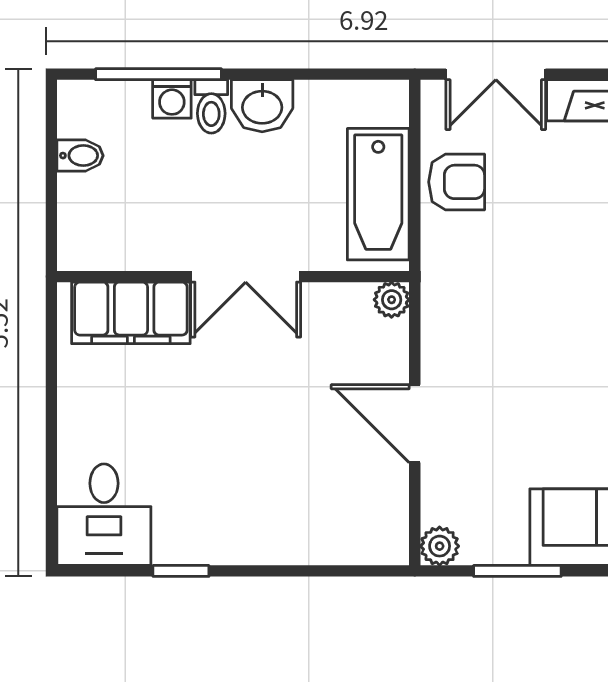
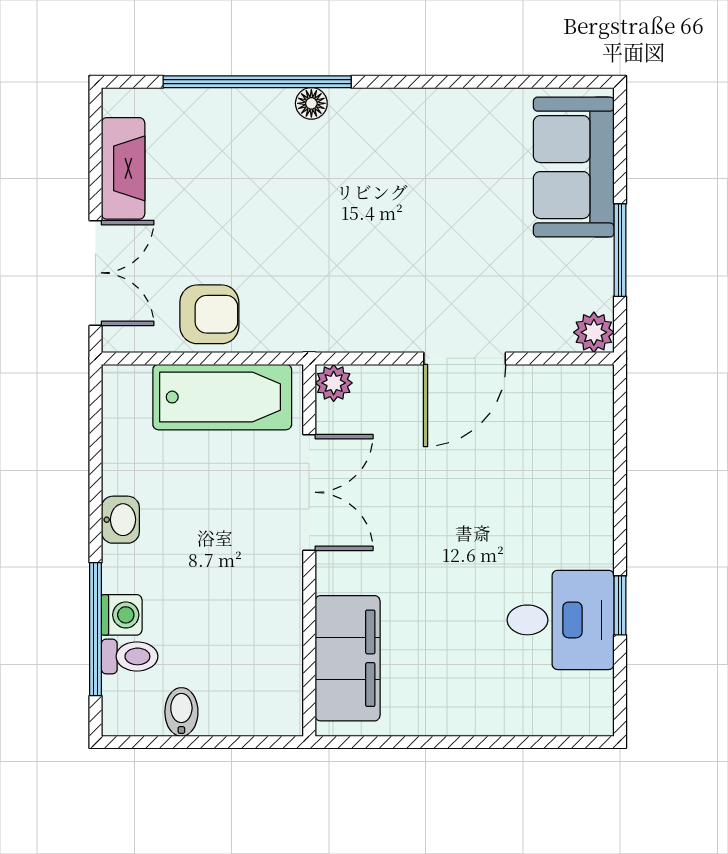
toilet: (211, 106) -> (130, 656), moved
washbasin: (262, 106) -> (120, 520), width x0.72, depth x0.69
armchair: (457, 182) -> (209, 314), turned 90
double door: (246, 277) -> (309, 492), moved
desk: (104, 515) -> (561, 620), moved

